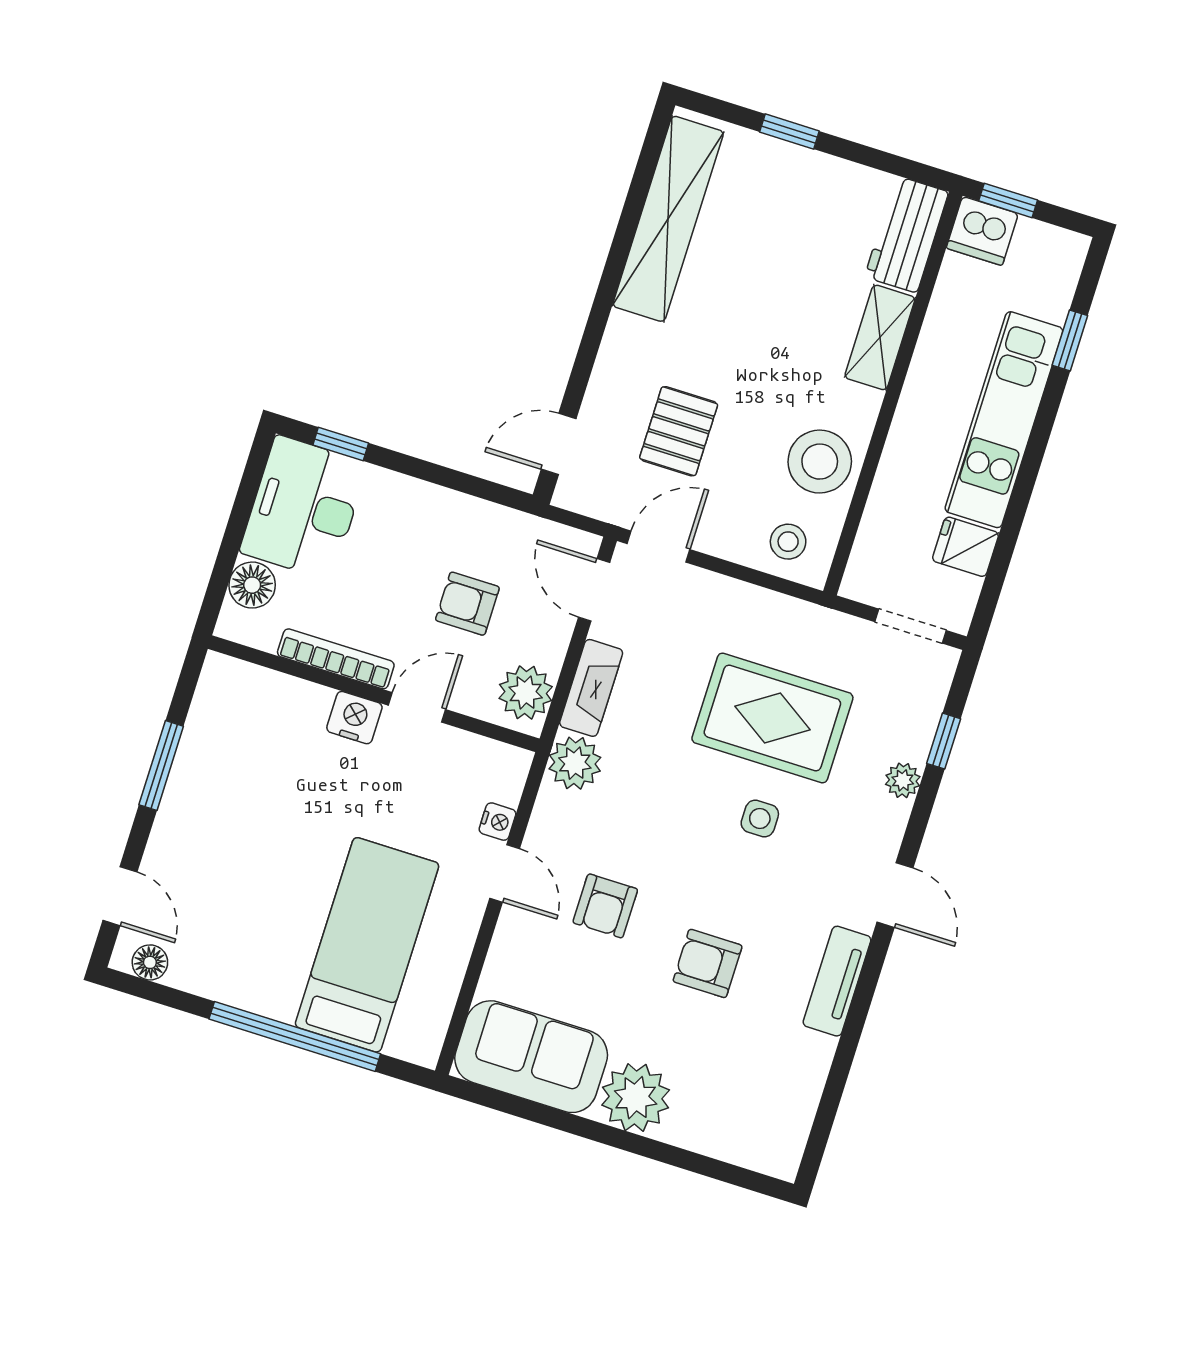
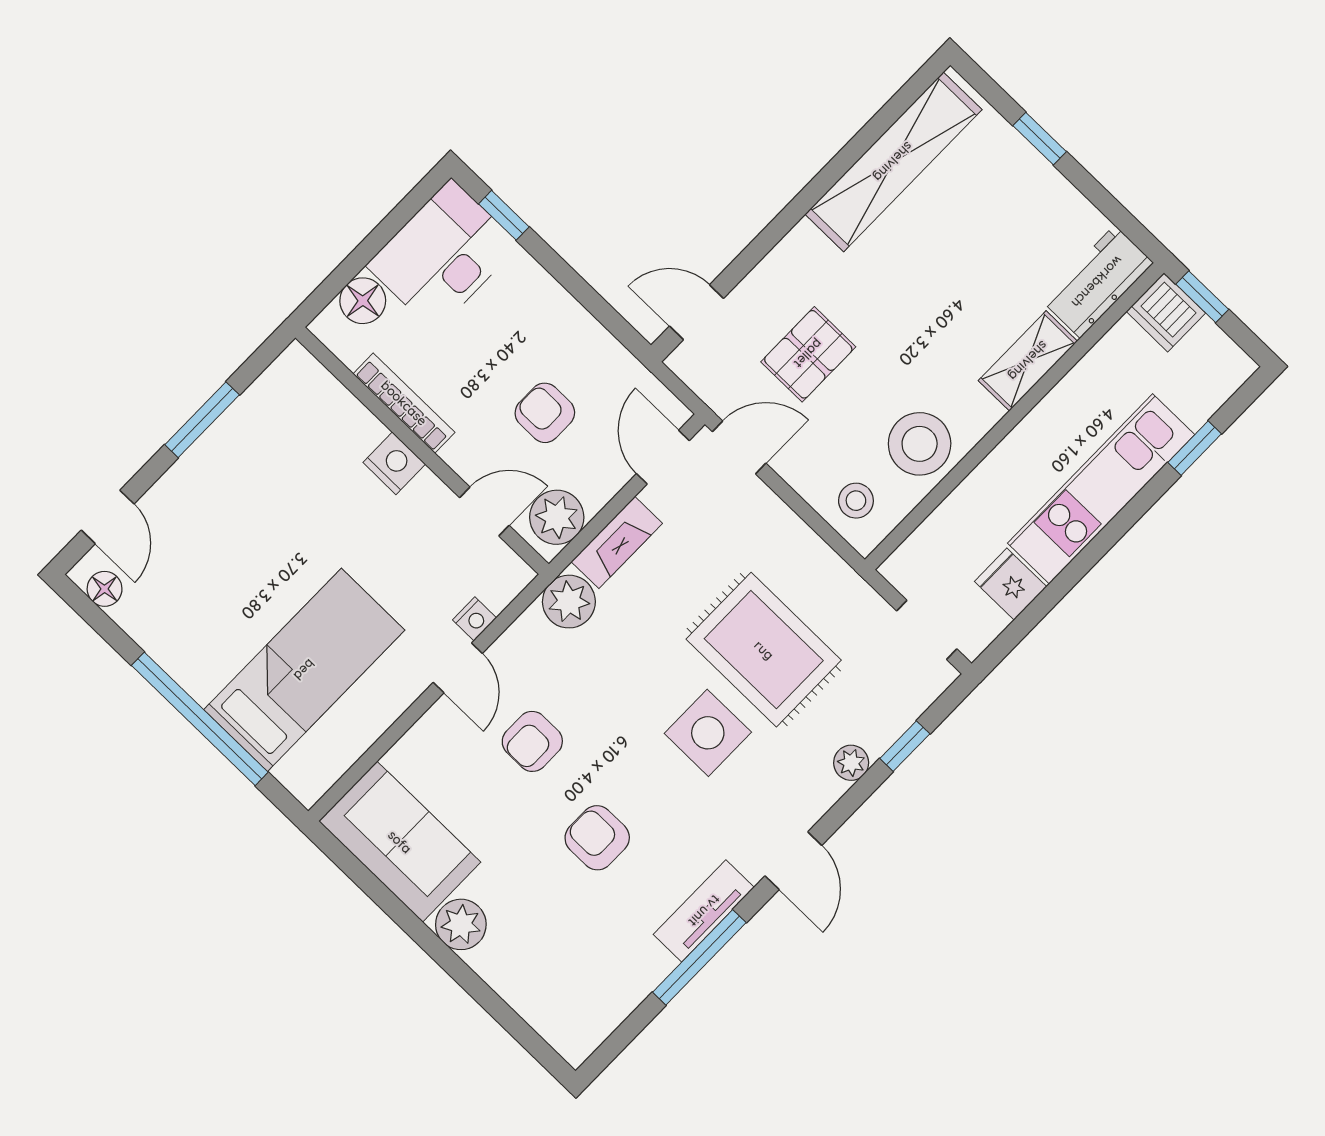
door: (417, 707) -> (484, 512), moved
side table: (760, 819) -> (708, 733), width x1.87, depth x1.87
window: (854, 1025) -> (699, 957), added
plant: (636, 1098) -> (461, 924), width x0.73, depth x0.73

